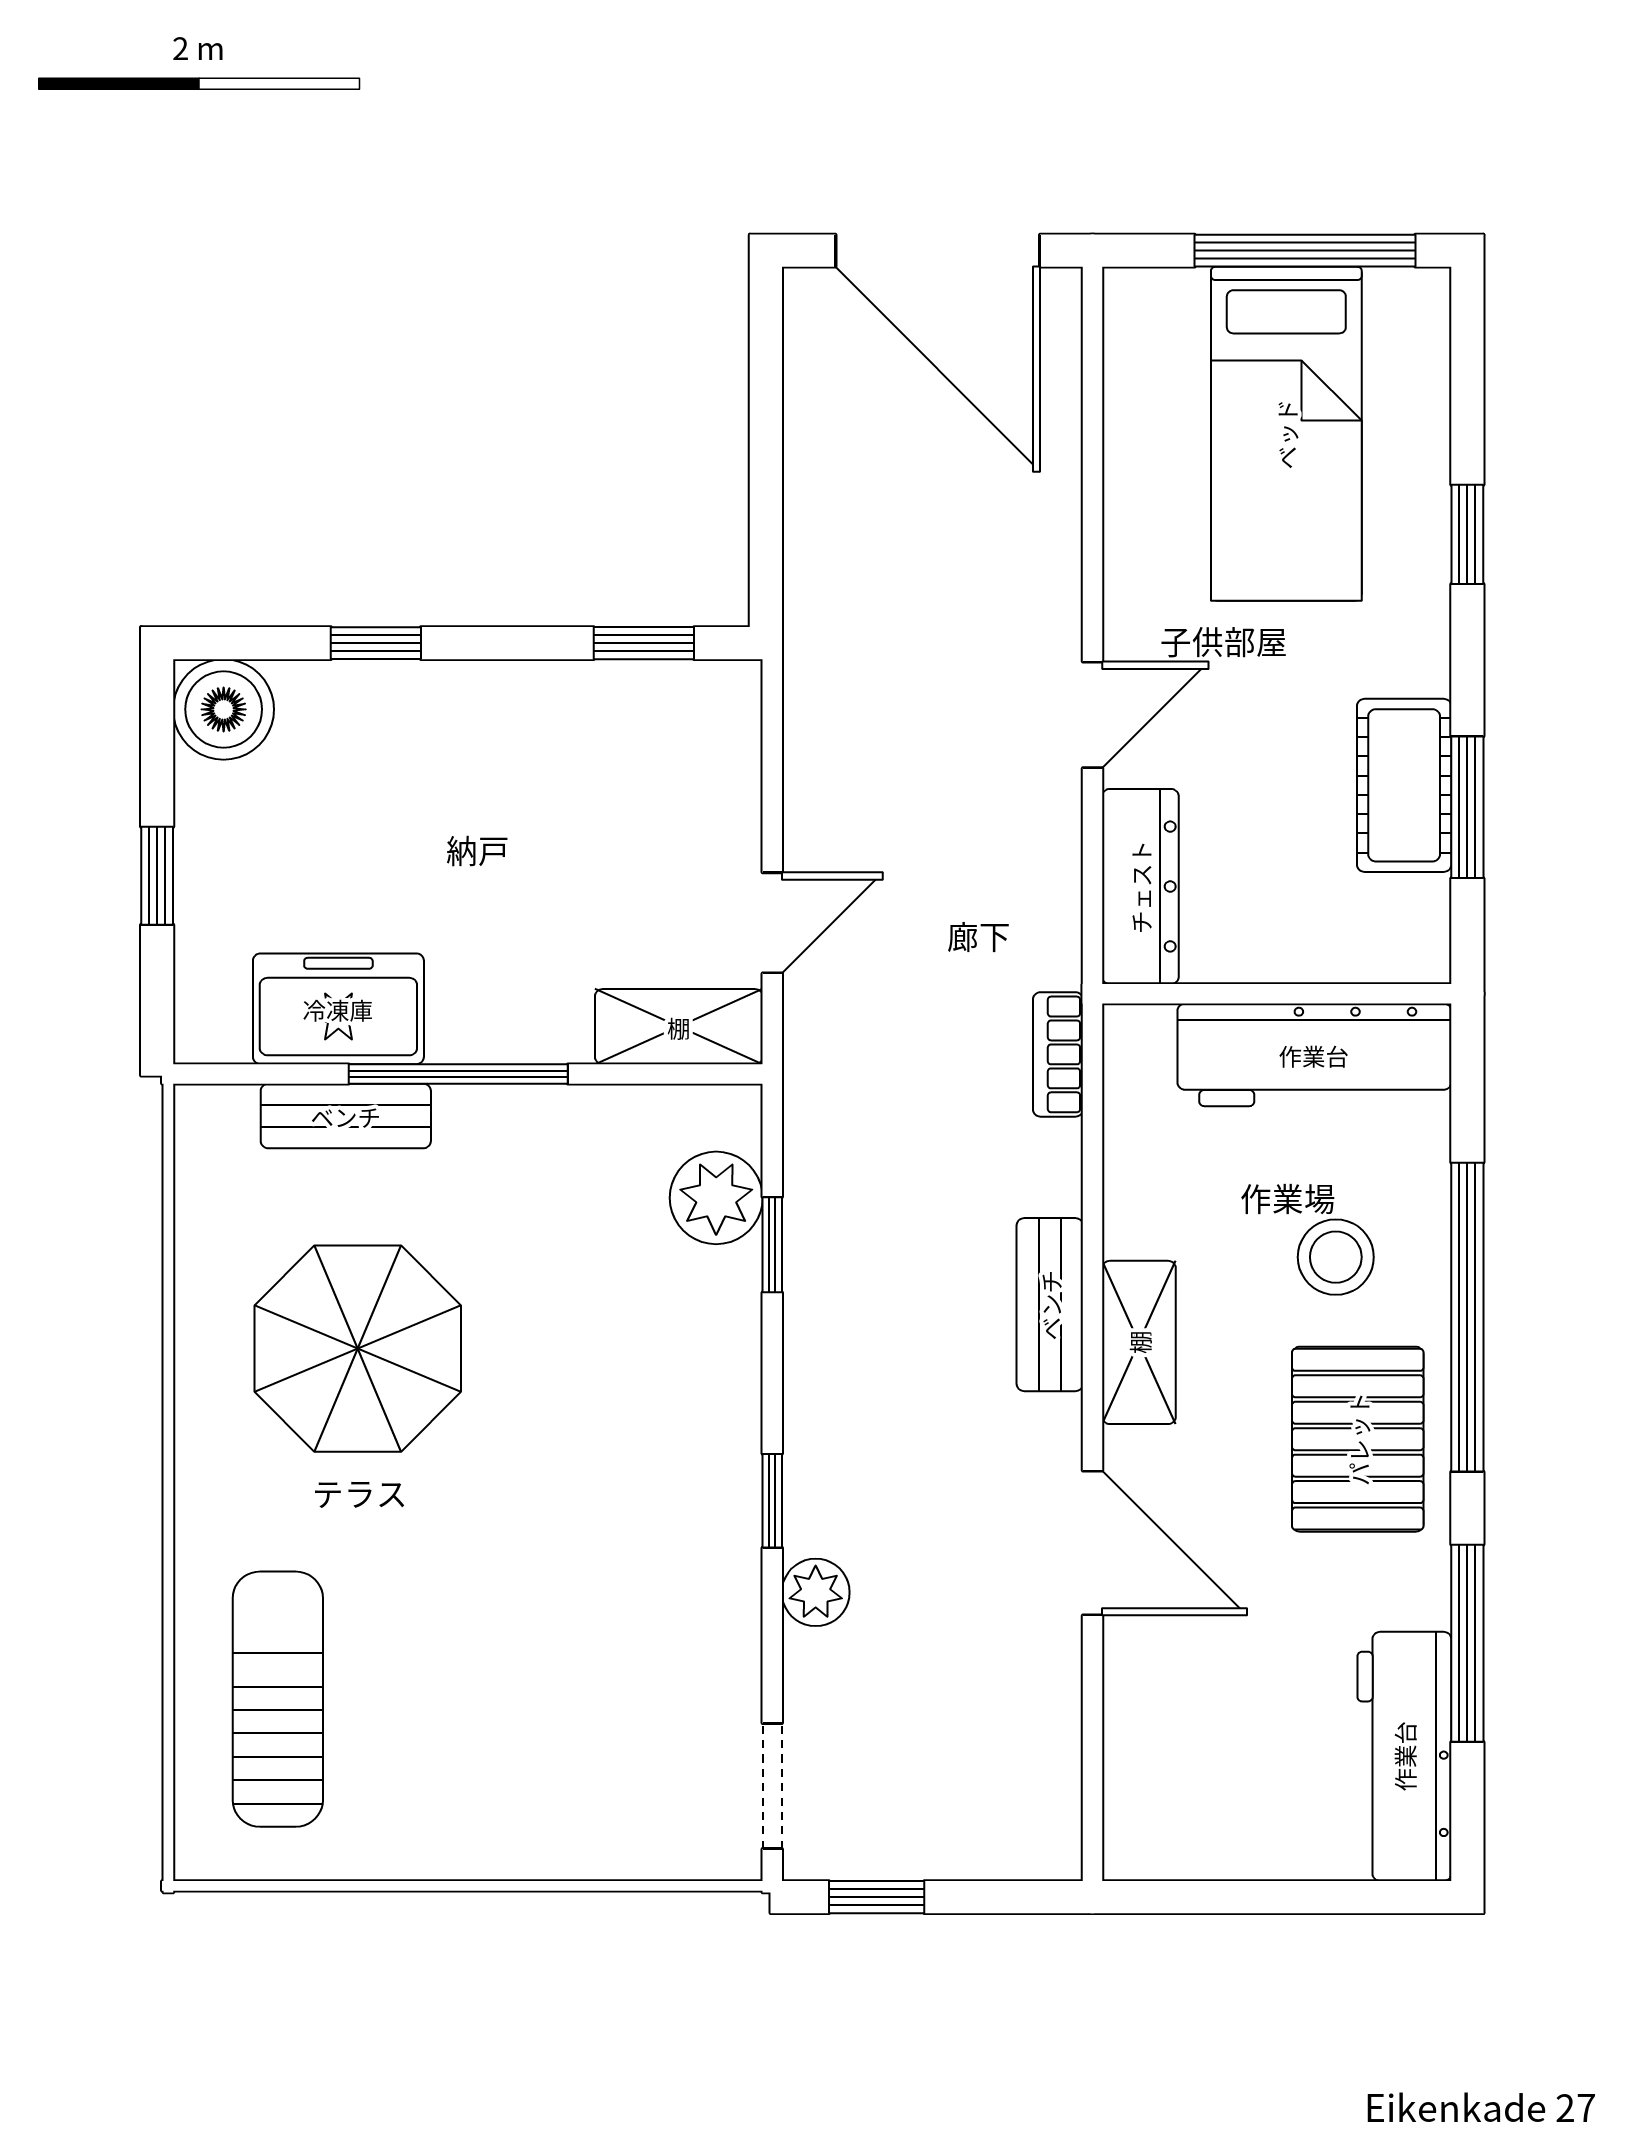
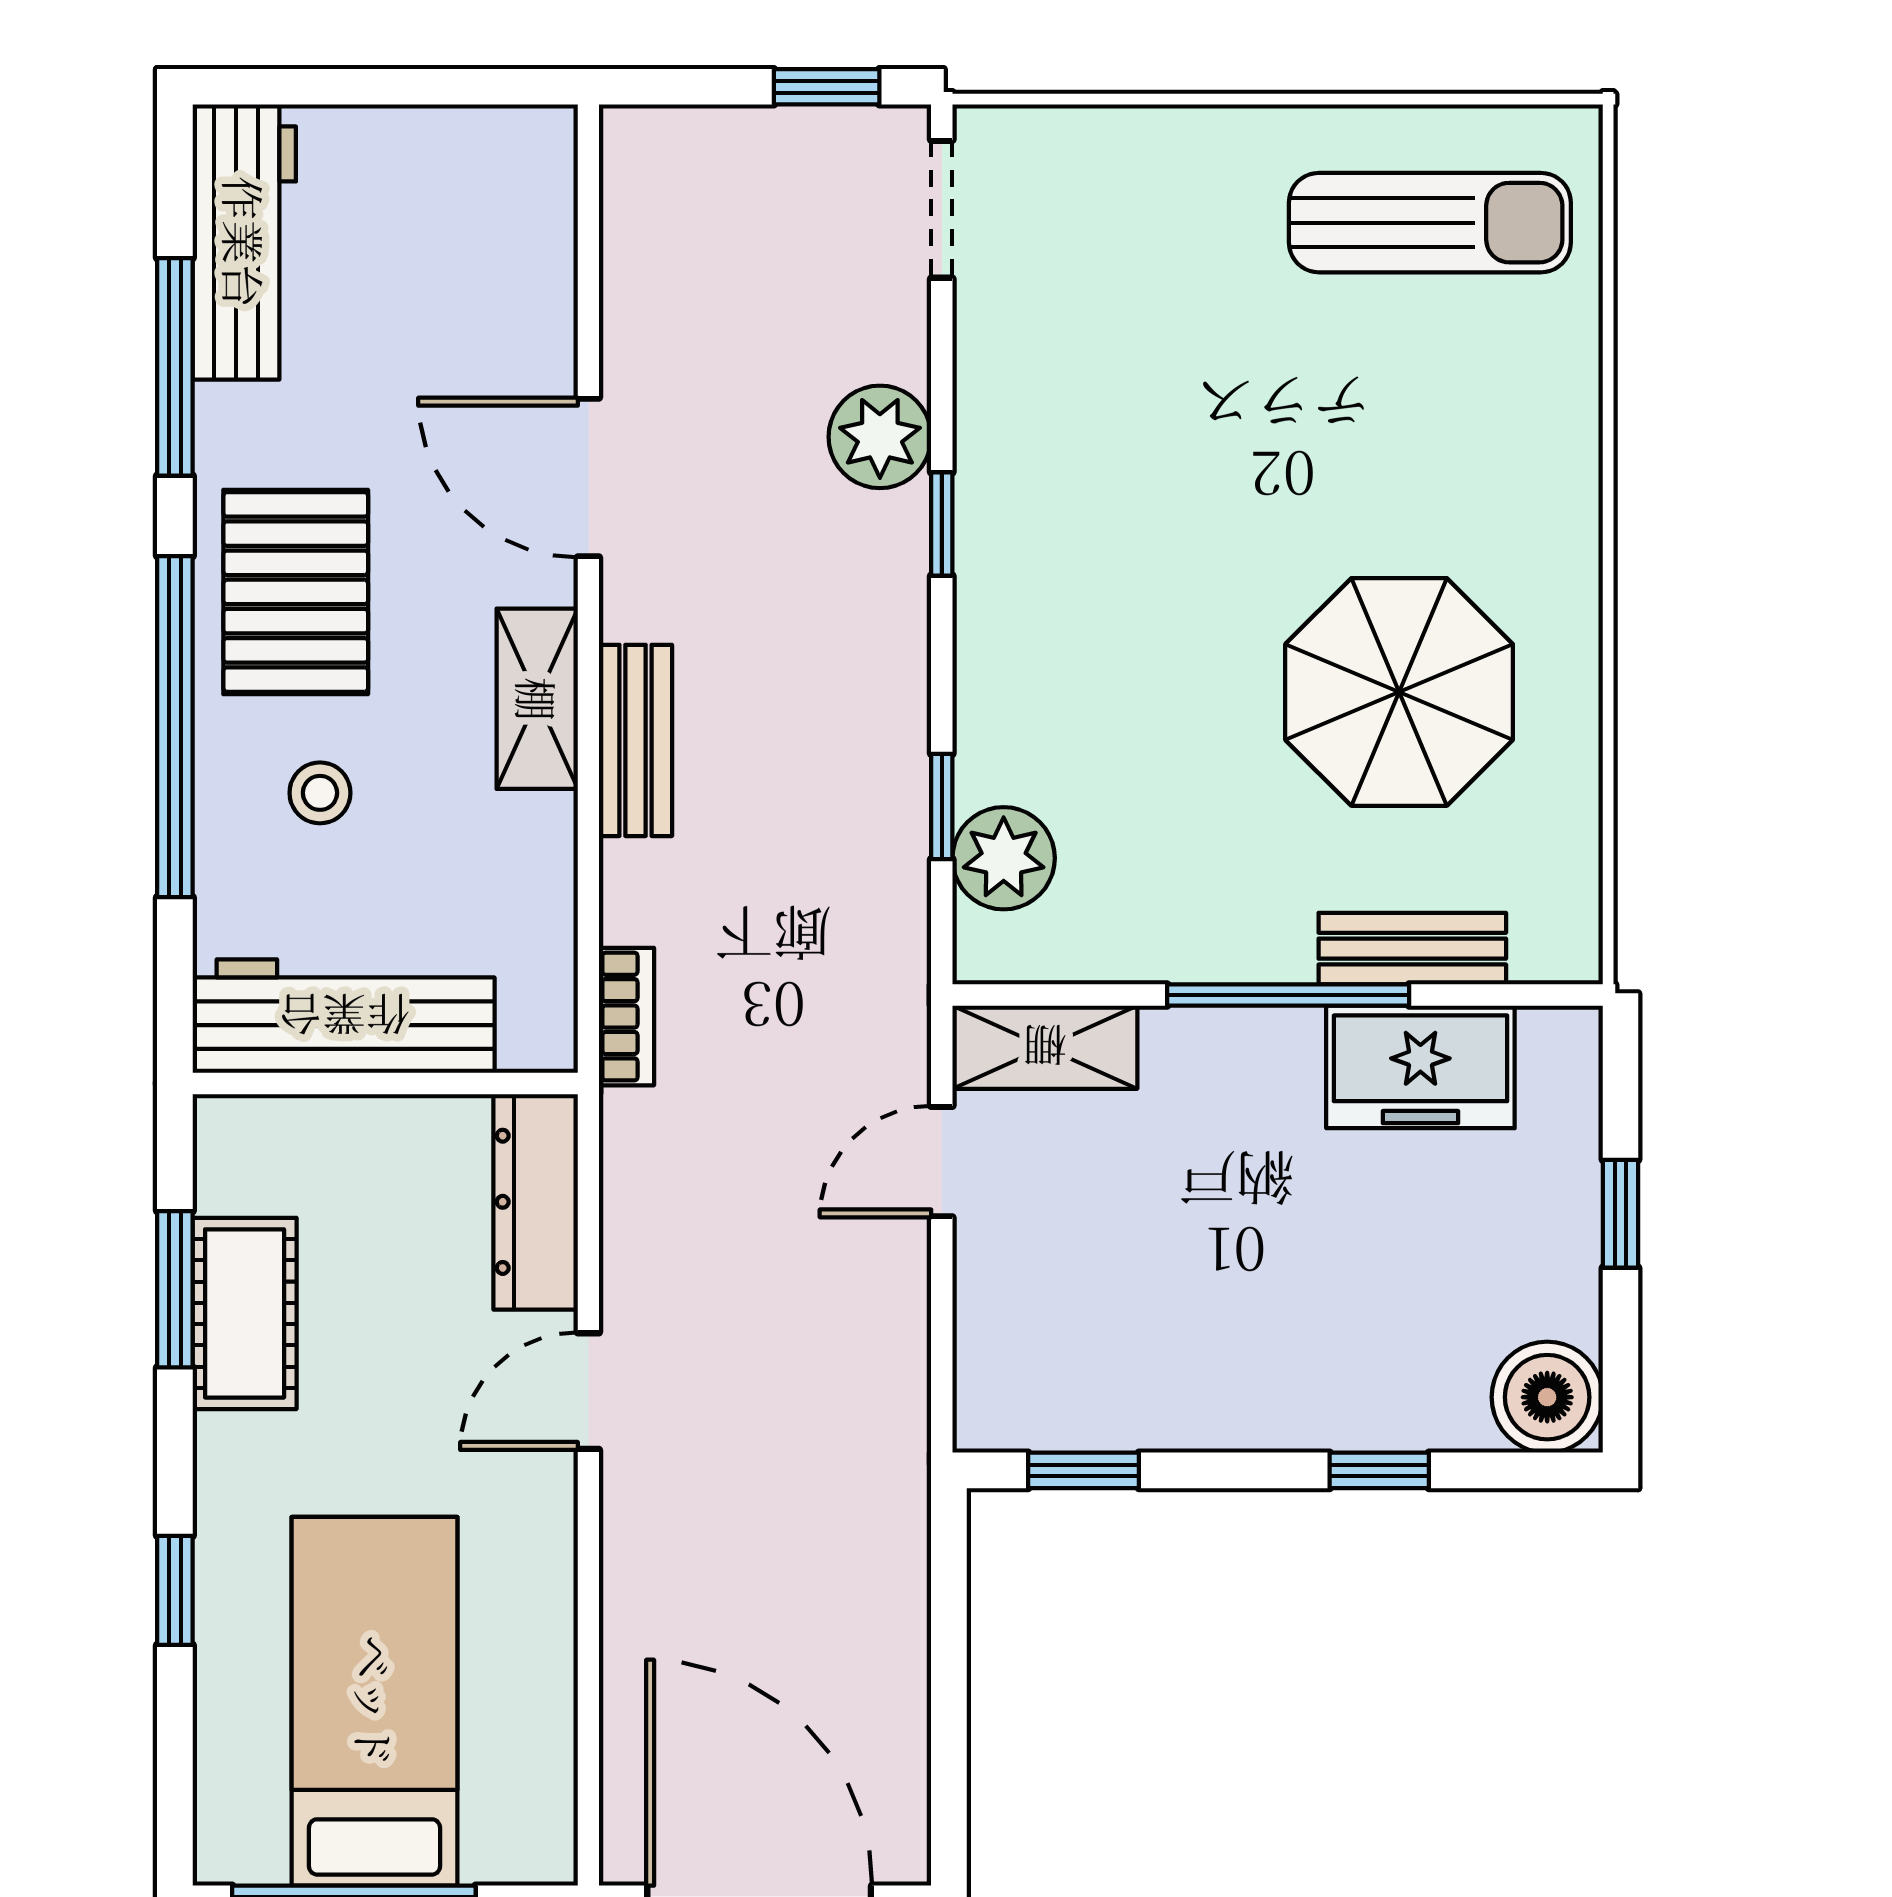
stool: (1336, 1257) -> (320, 793), width x0.73, depth x0.73
plant: (816, 1592) -> (880, 437), width x1.38, depth x1.38
sun lounger: (278, 1699) -> (1430, 223), moved, turned -90

